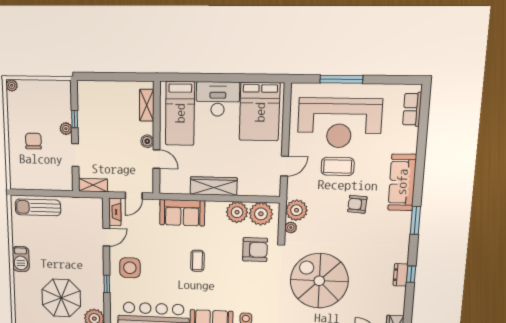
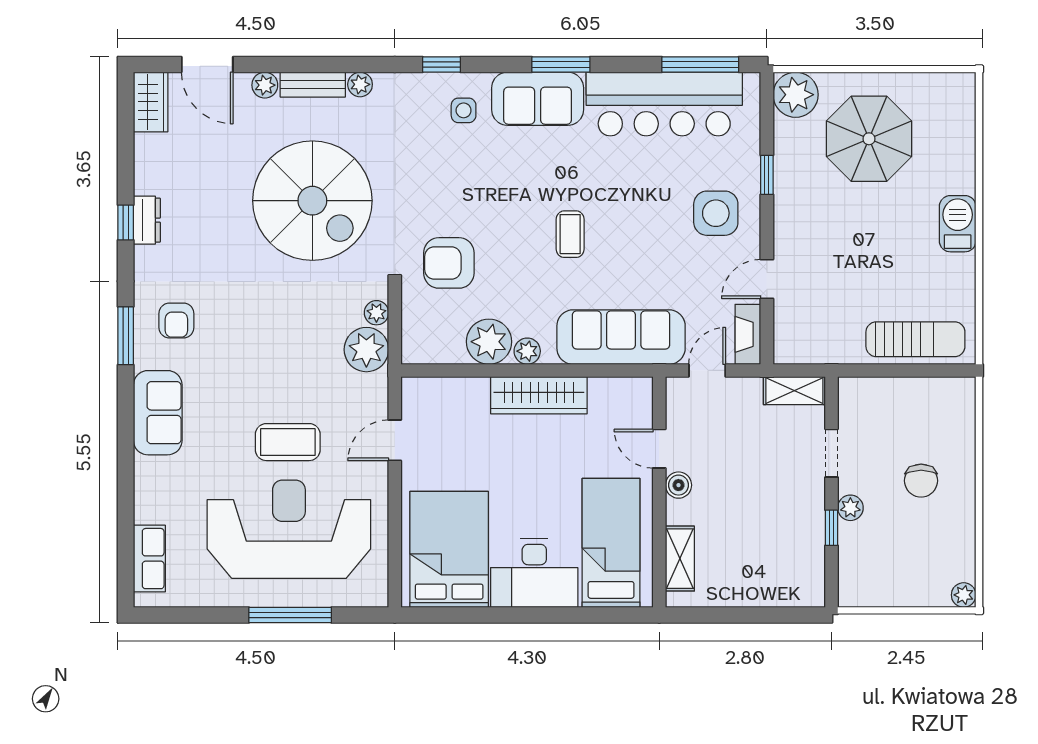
sofa: (402, 182) -> (158, 413), width x0.73
armchair: (357, 204) -> (176, 321), moved, turned 86
sofa: (182, 213) -> (621, 337), width x1.36
plant: (261, 214) -> (527, 351), moved, width x0.53, depth x0.53

